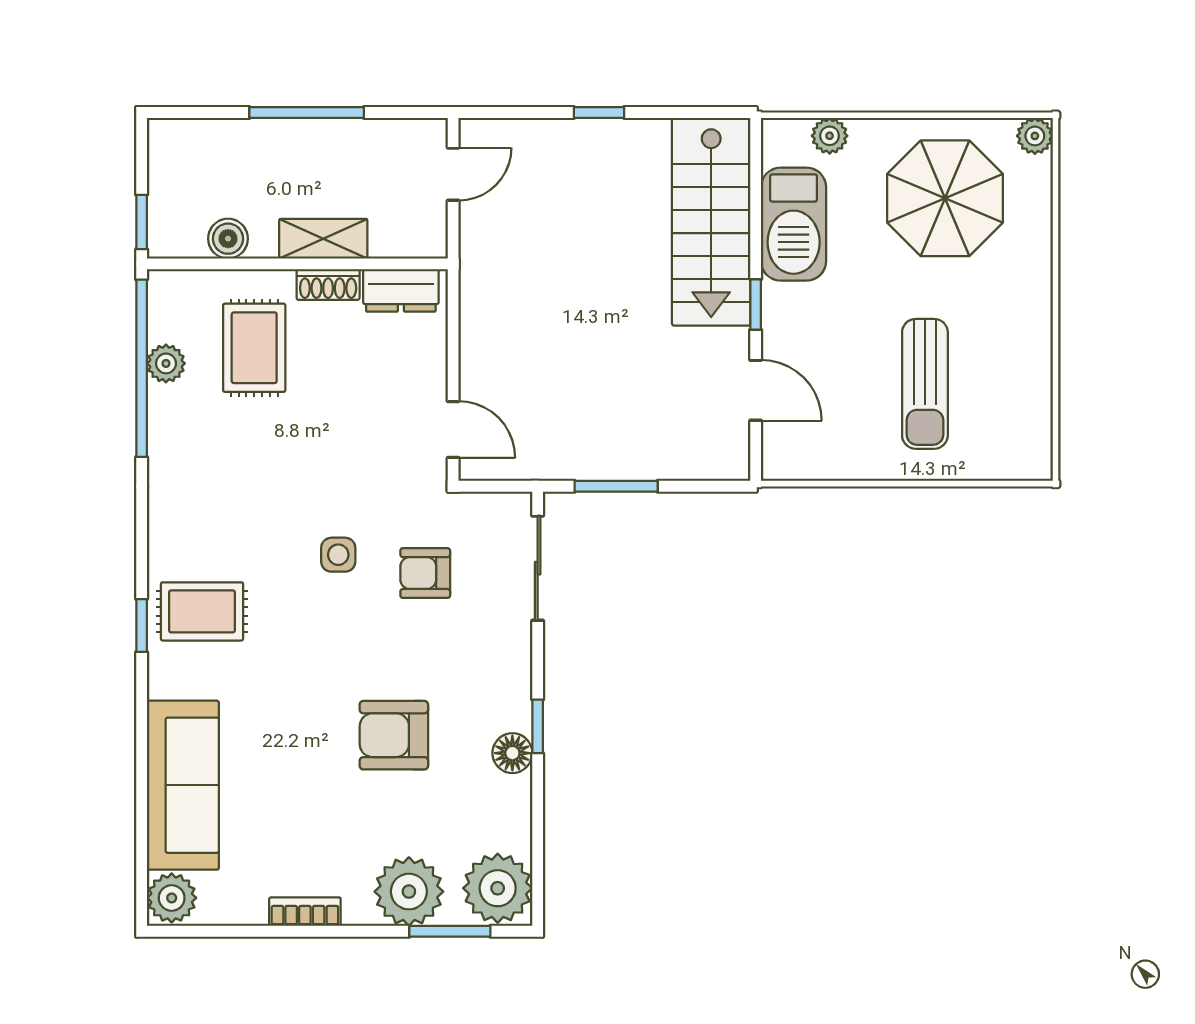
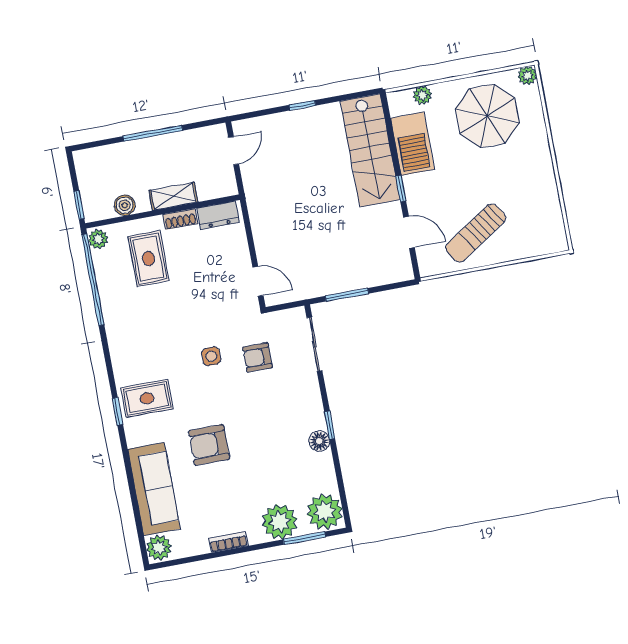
plant: (166, 363) -> (98, 239), moved
sun lounger: (925, 384) -> (476, 233), moved, turned 57
armchair: (394, 735) -> (209, 445), moved

